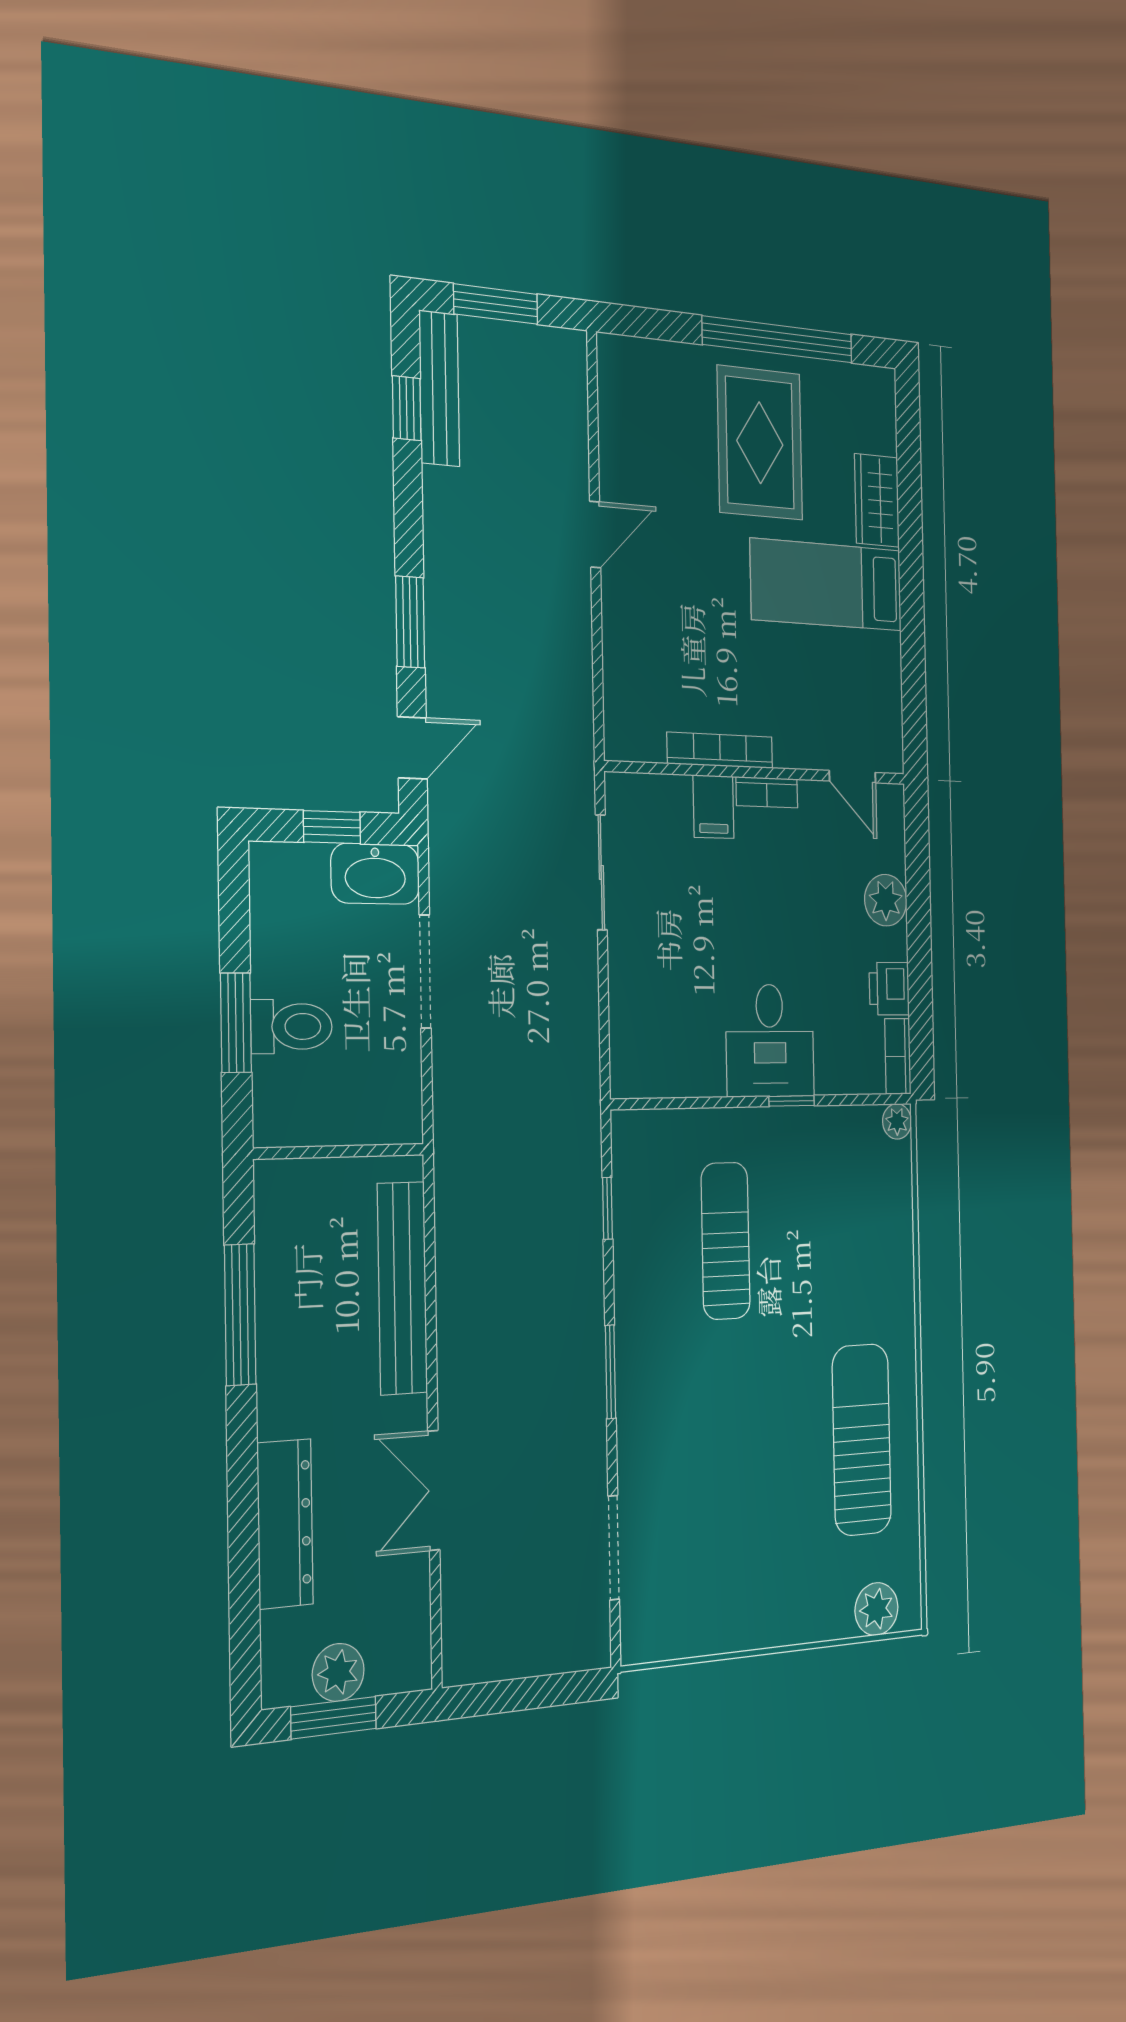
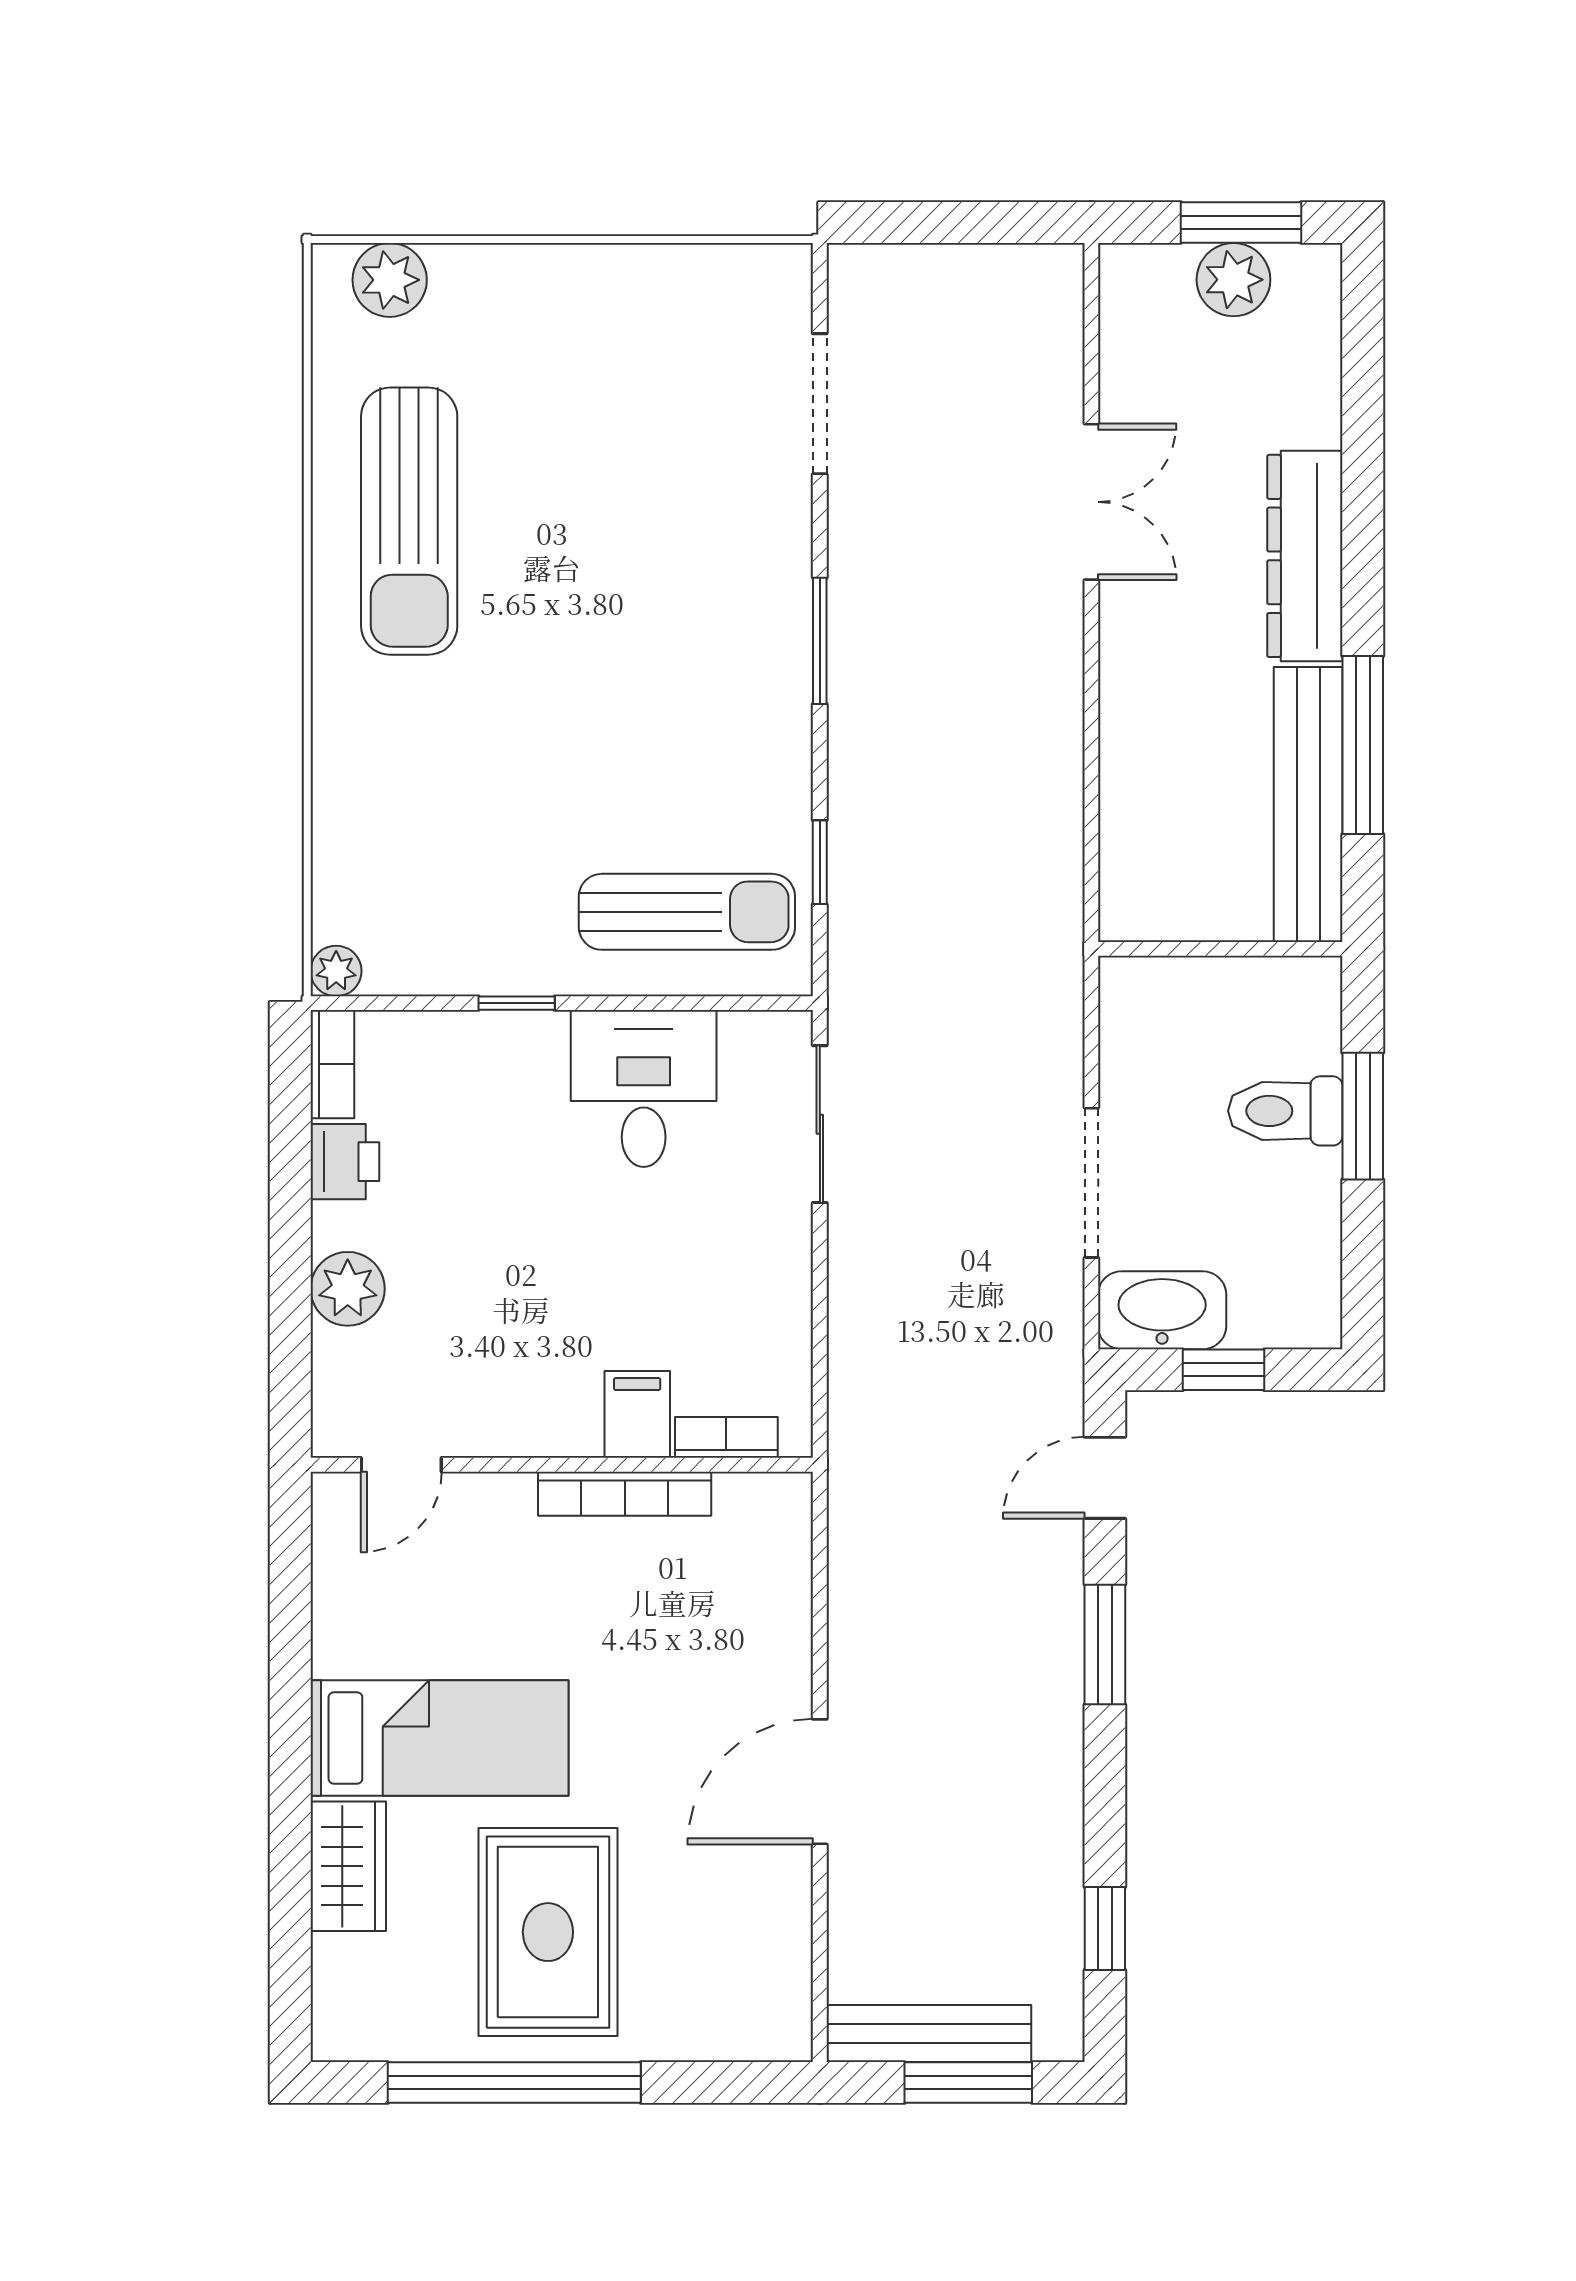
bench: (439, 388) -> (929, 2033), moved, turned 90
door: (595, 535) -> (820, 1782), width x1.38
door: (852, 777) -> (401, 1465), swing flipped
bookcase: (767, 792) -> (726, 1437), moved
sliding door: (601, 872) -> (820, 1124), moved
desk: (770, 1040) -> (644, 1088), moved
sun lounger: (726, 1241) -> (687, 912), moved, turned -90
bench: (402, 1288) -> (1308, 804), moved
dresser: (285, 1524) -> (1305, 556), moved

